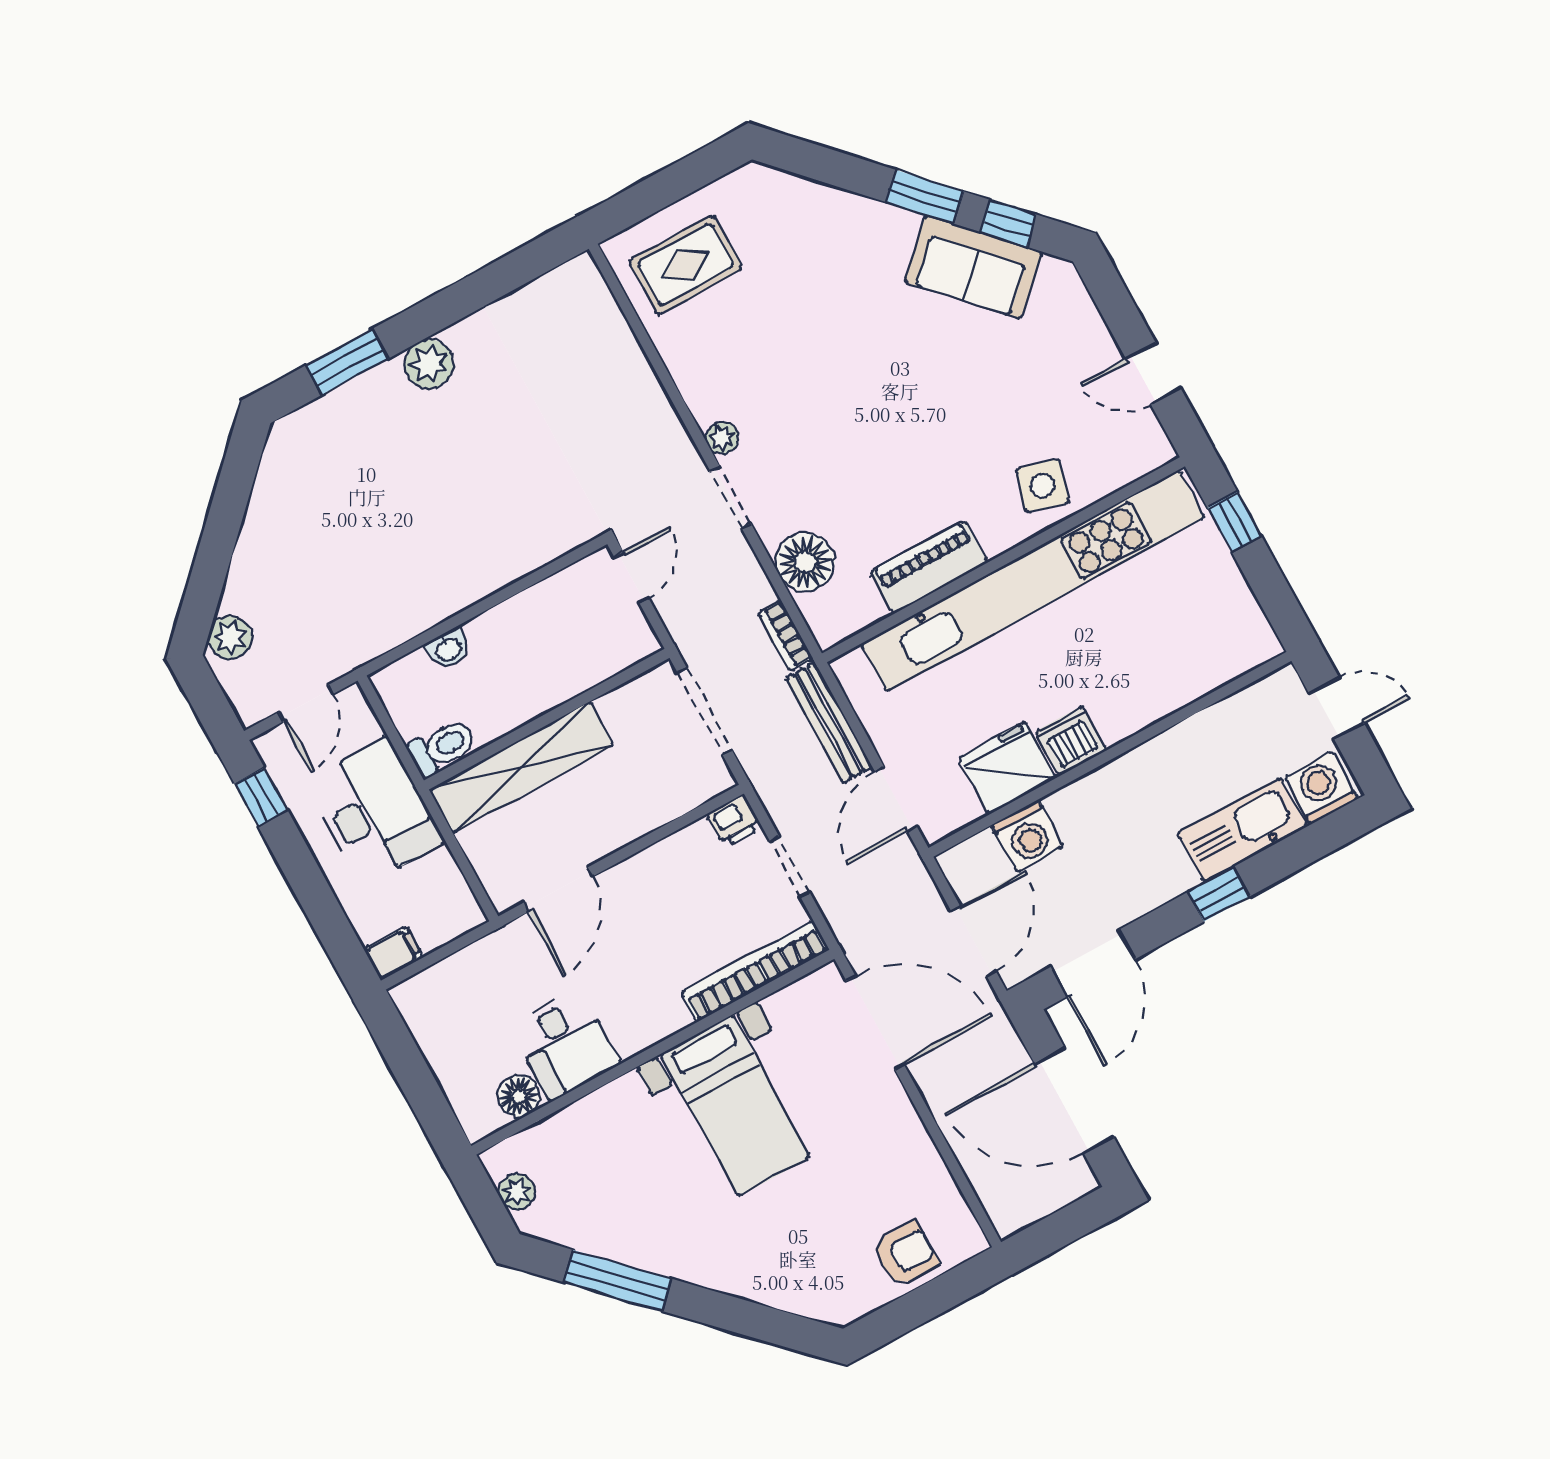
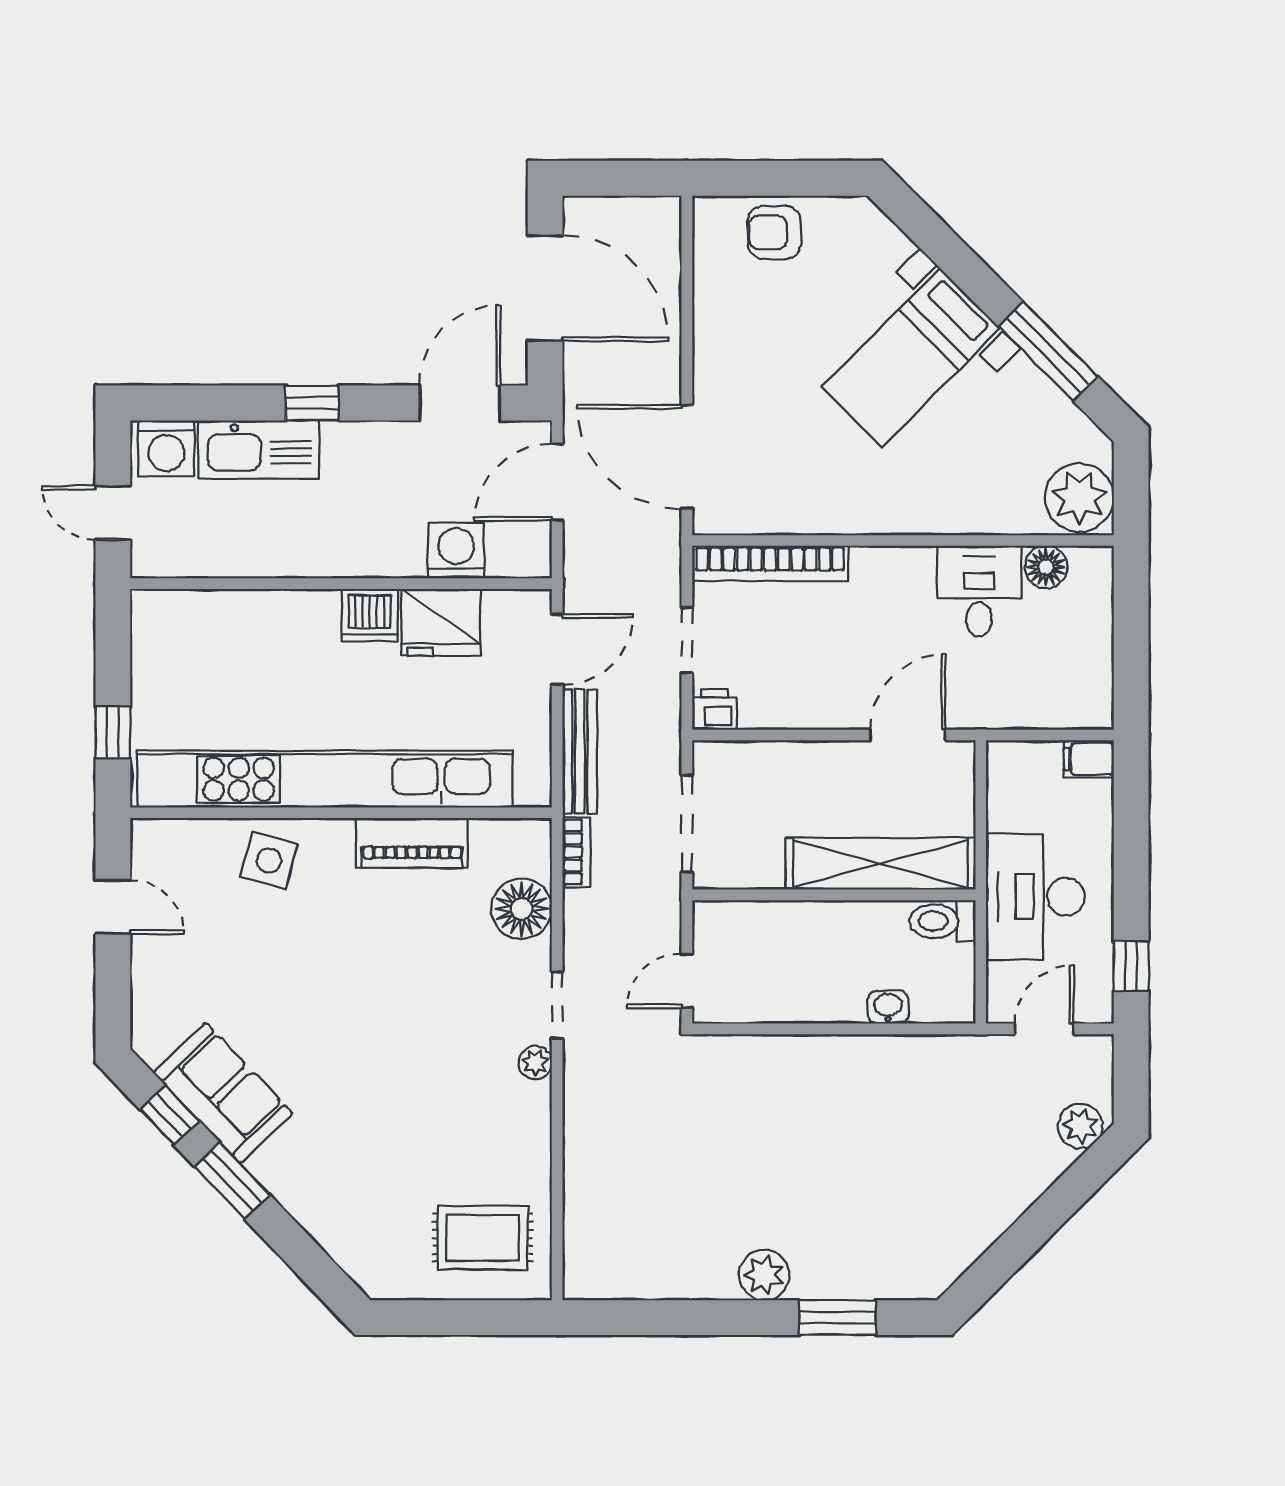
bed with nightstands: (735, 1106) -> (911, 358), moved, turned -135
plant: (517, 1192) -> (1079, 498), width x1.87, depth x1.87

